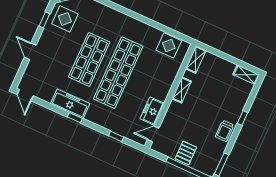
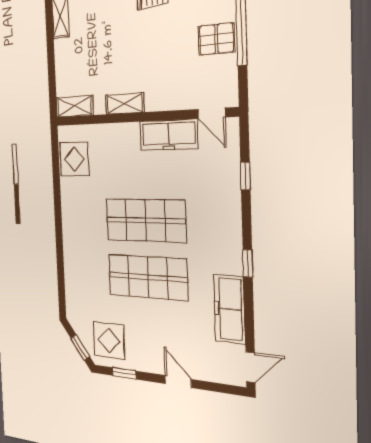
door: (30, 51) -> (178, 382), swing flipped
shop shelf: (118, 73) -> (145, 220), width x0.71
freezer: (70, 104) -> (229, 309), moved
freezer: (152, 111) -> (169, 135), width x1.40

